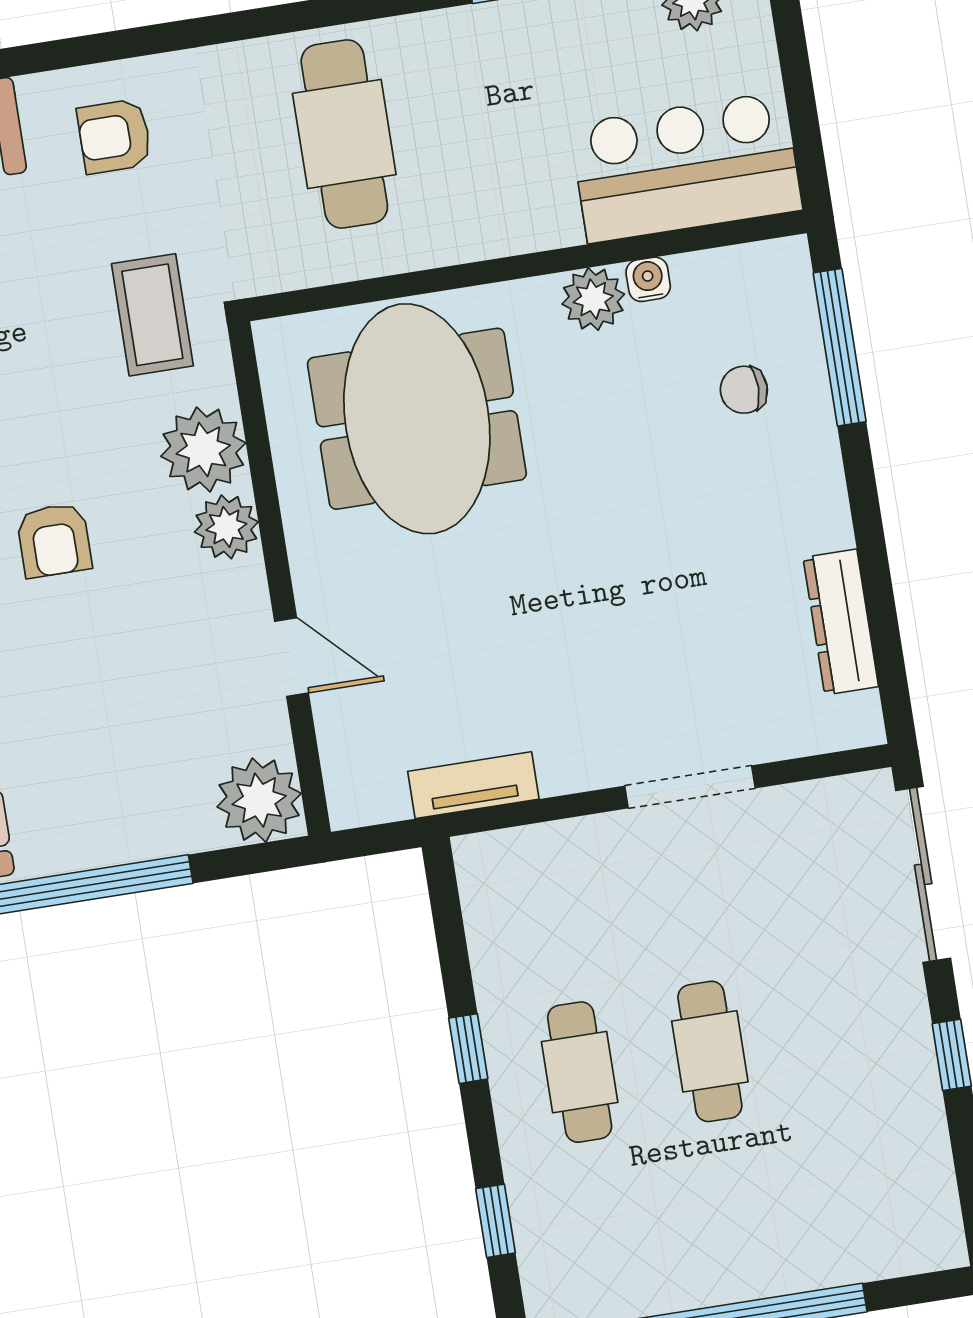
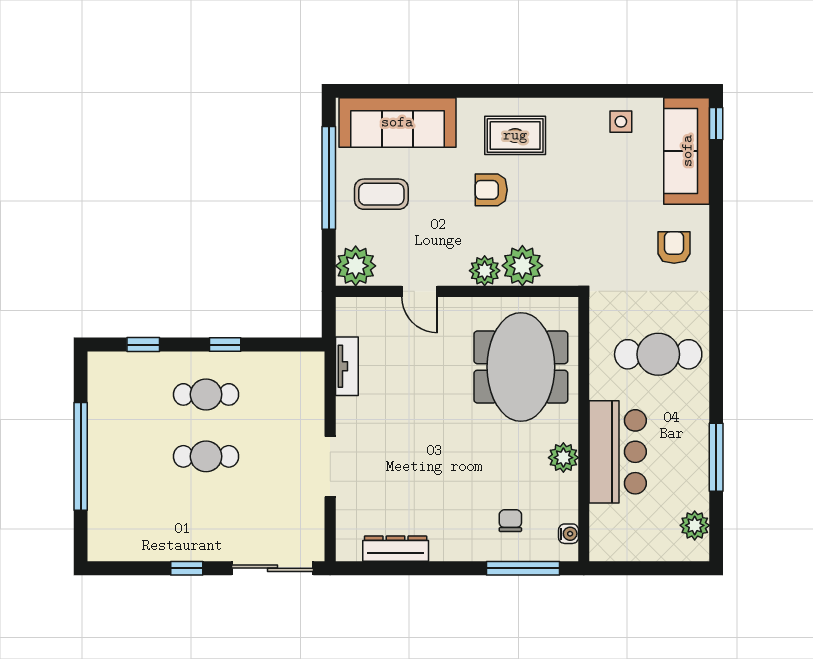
bar counter: (686, 167) -> (618, 452), moved
water cooler: (648, 279) -> (569, 534), moved
coffee table: (152, 315) -> (381, 194), moved
meeting table: (417, 419) -> (521, 367), turned 90
door: (292, 657) -> (420, 291), hinge flipped

